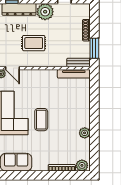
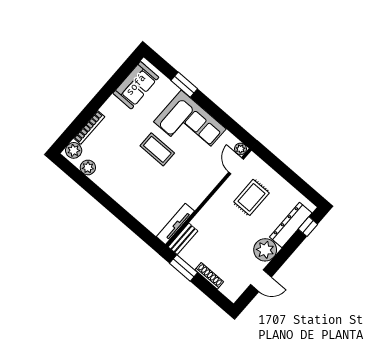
rug: (34, 43) -> (251, 197), moved
door: (13, 68) -> (236, 166), hinge flipped
plant: (85, 133) -> (88, 167), moved

